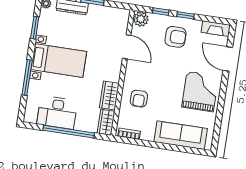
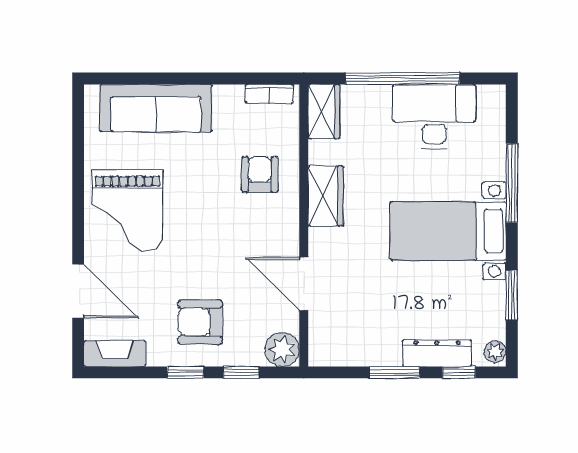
wardrobe: (109, 95) -> (326, 196), moved

